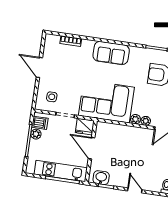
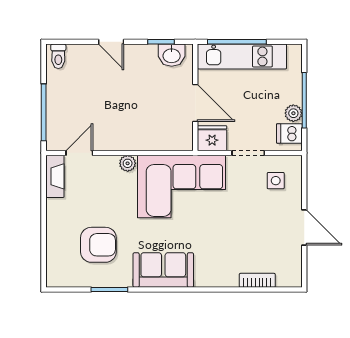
sofa: (111, 53) -> (163, 270), moved
plant: (146, 121) -> (110, 163), removed

